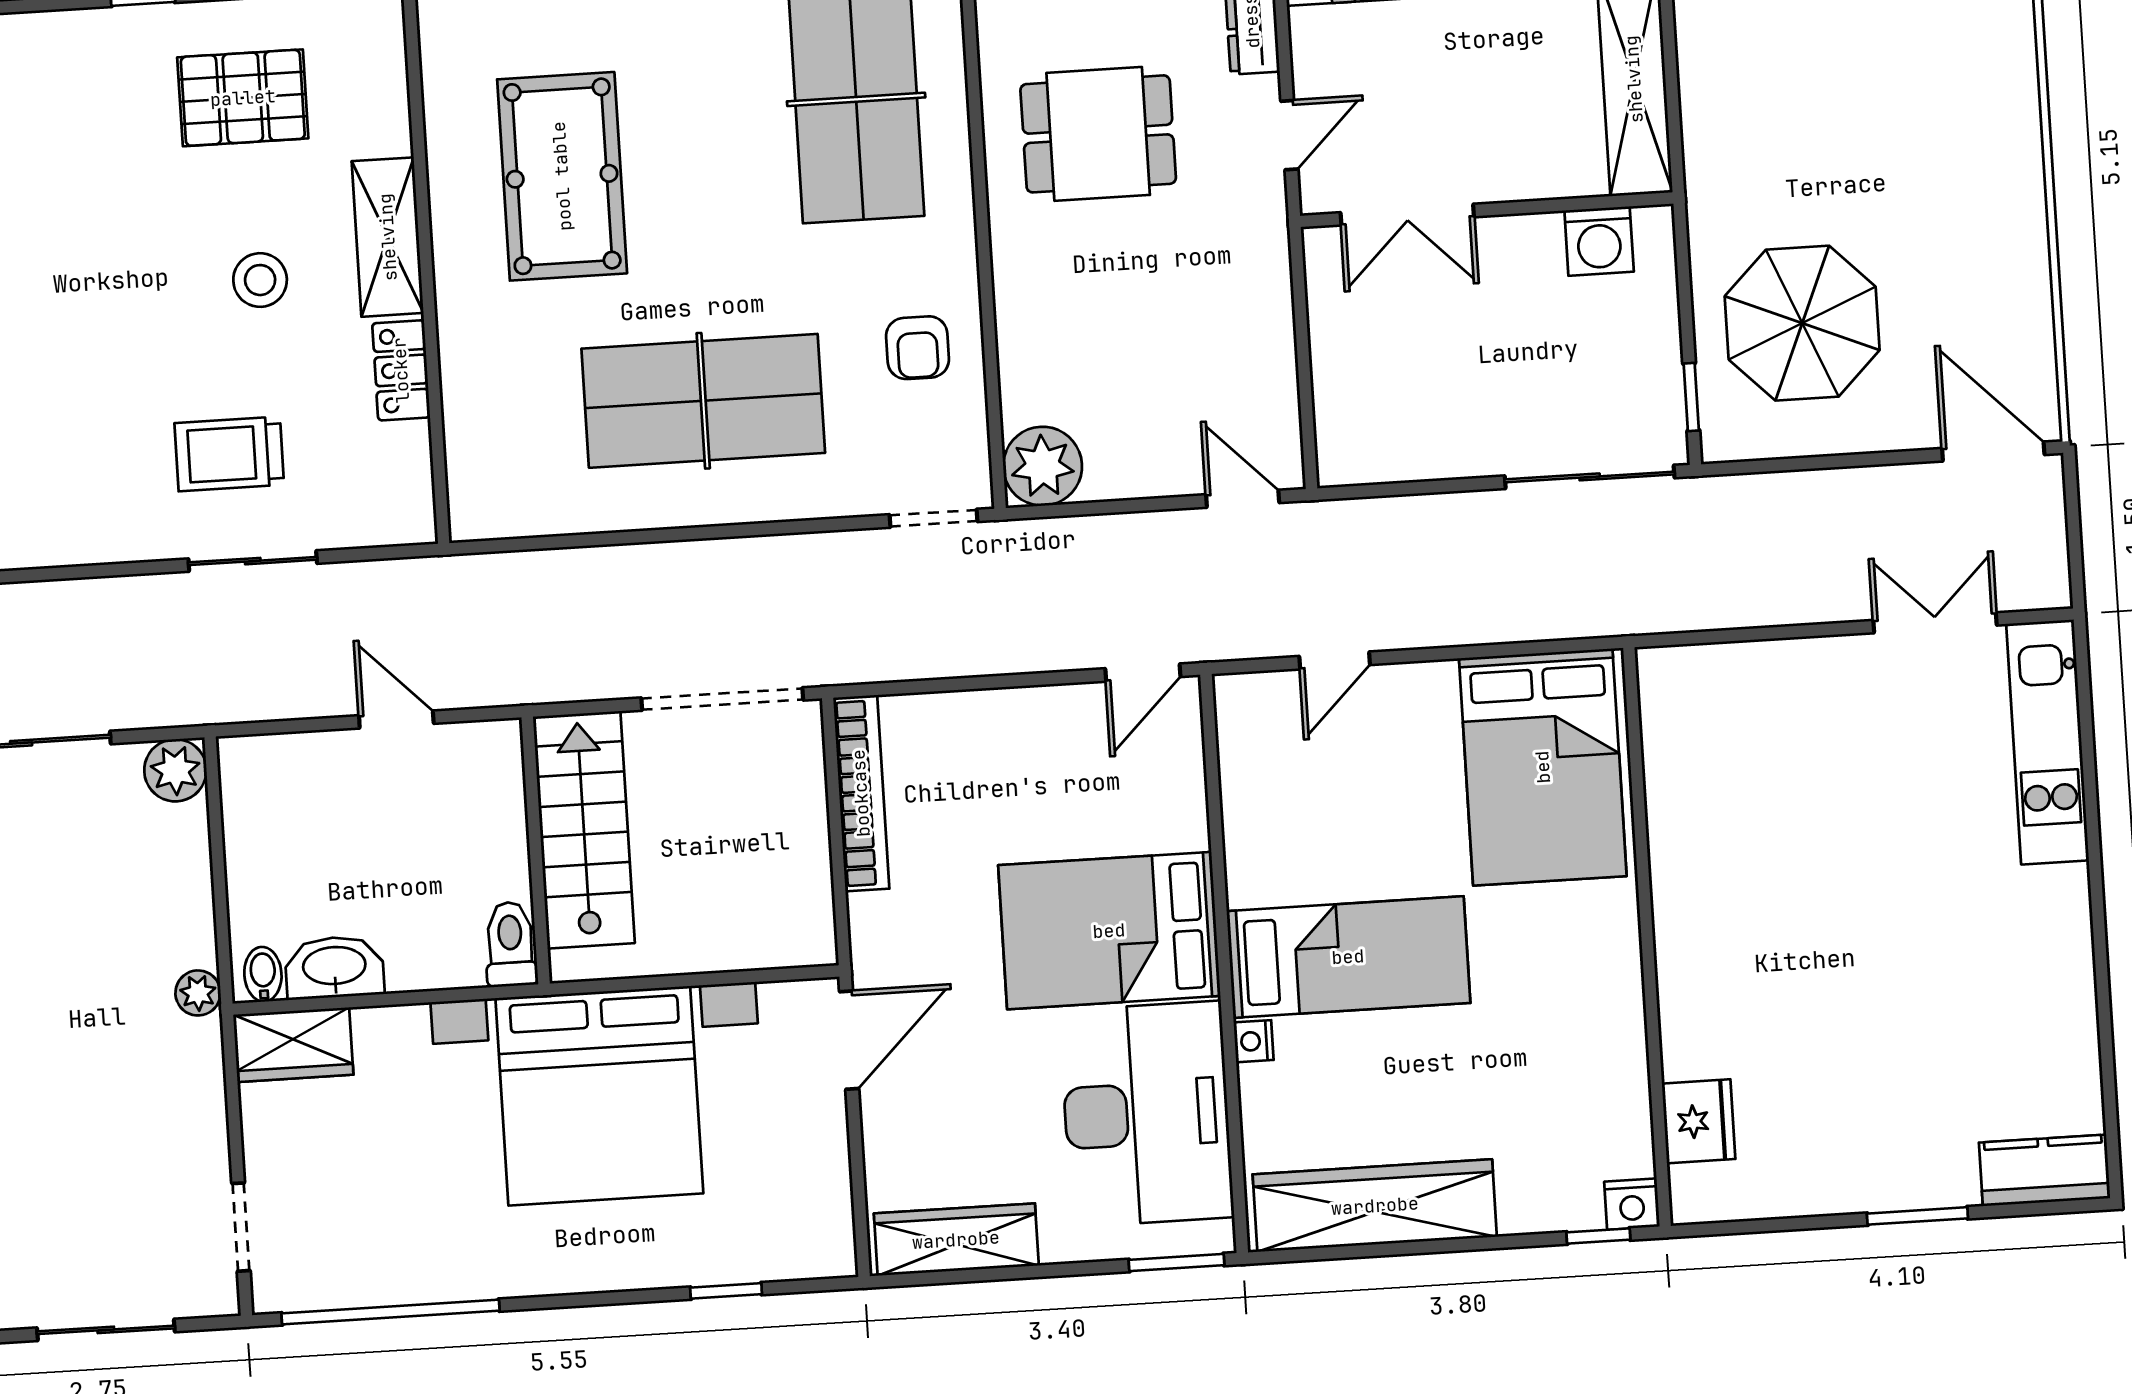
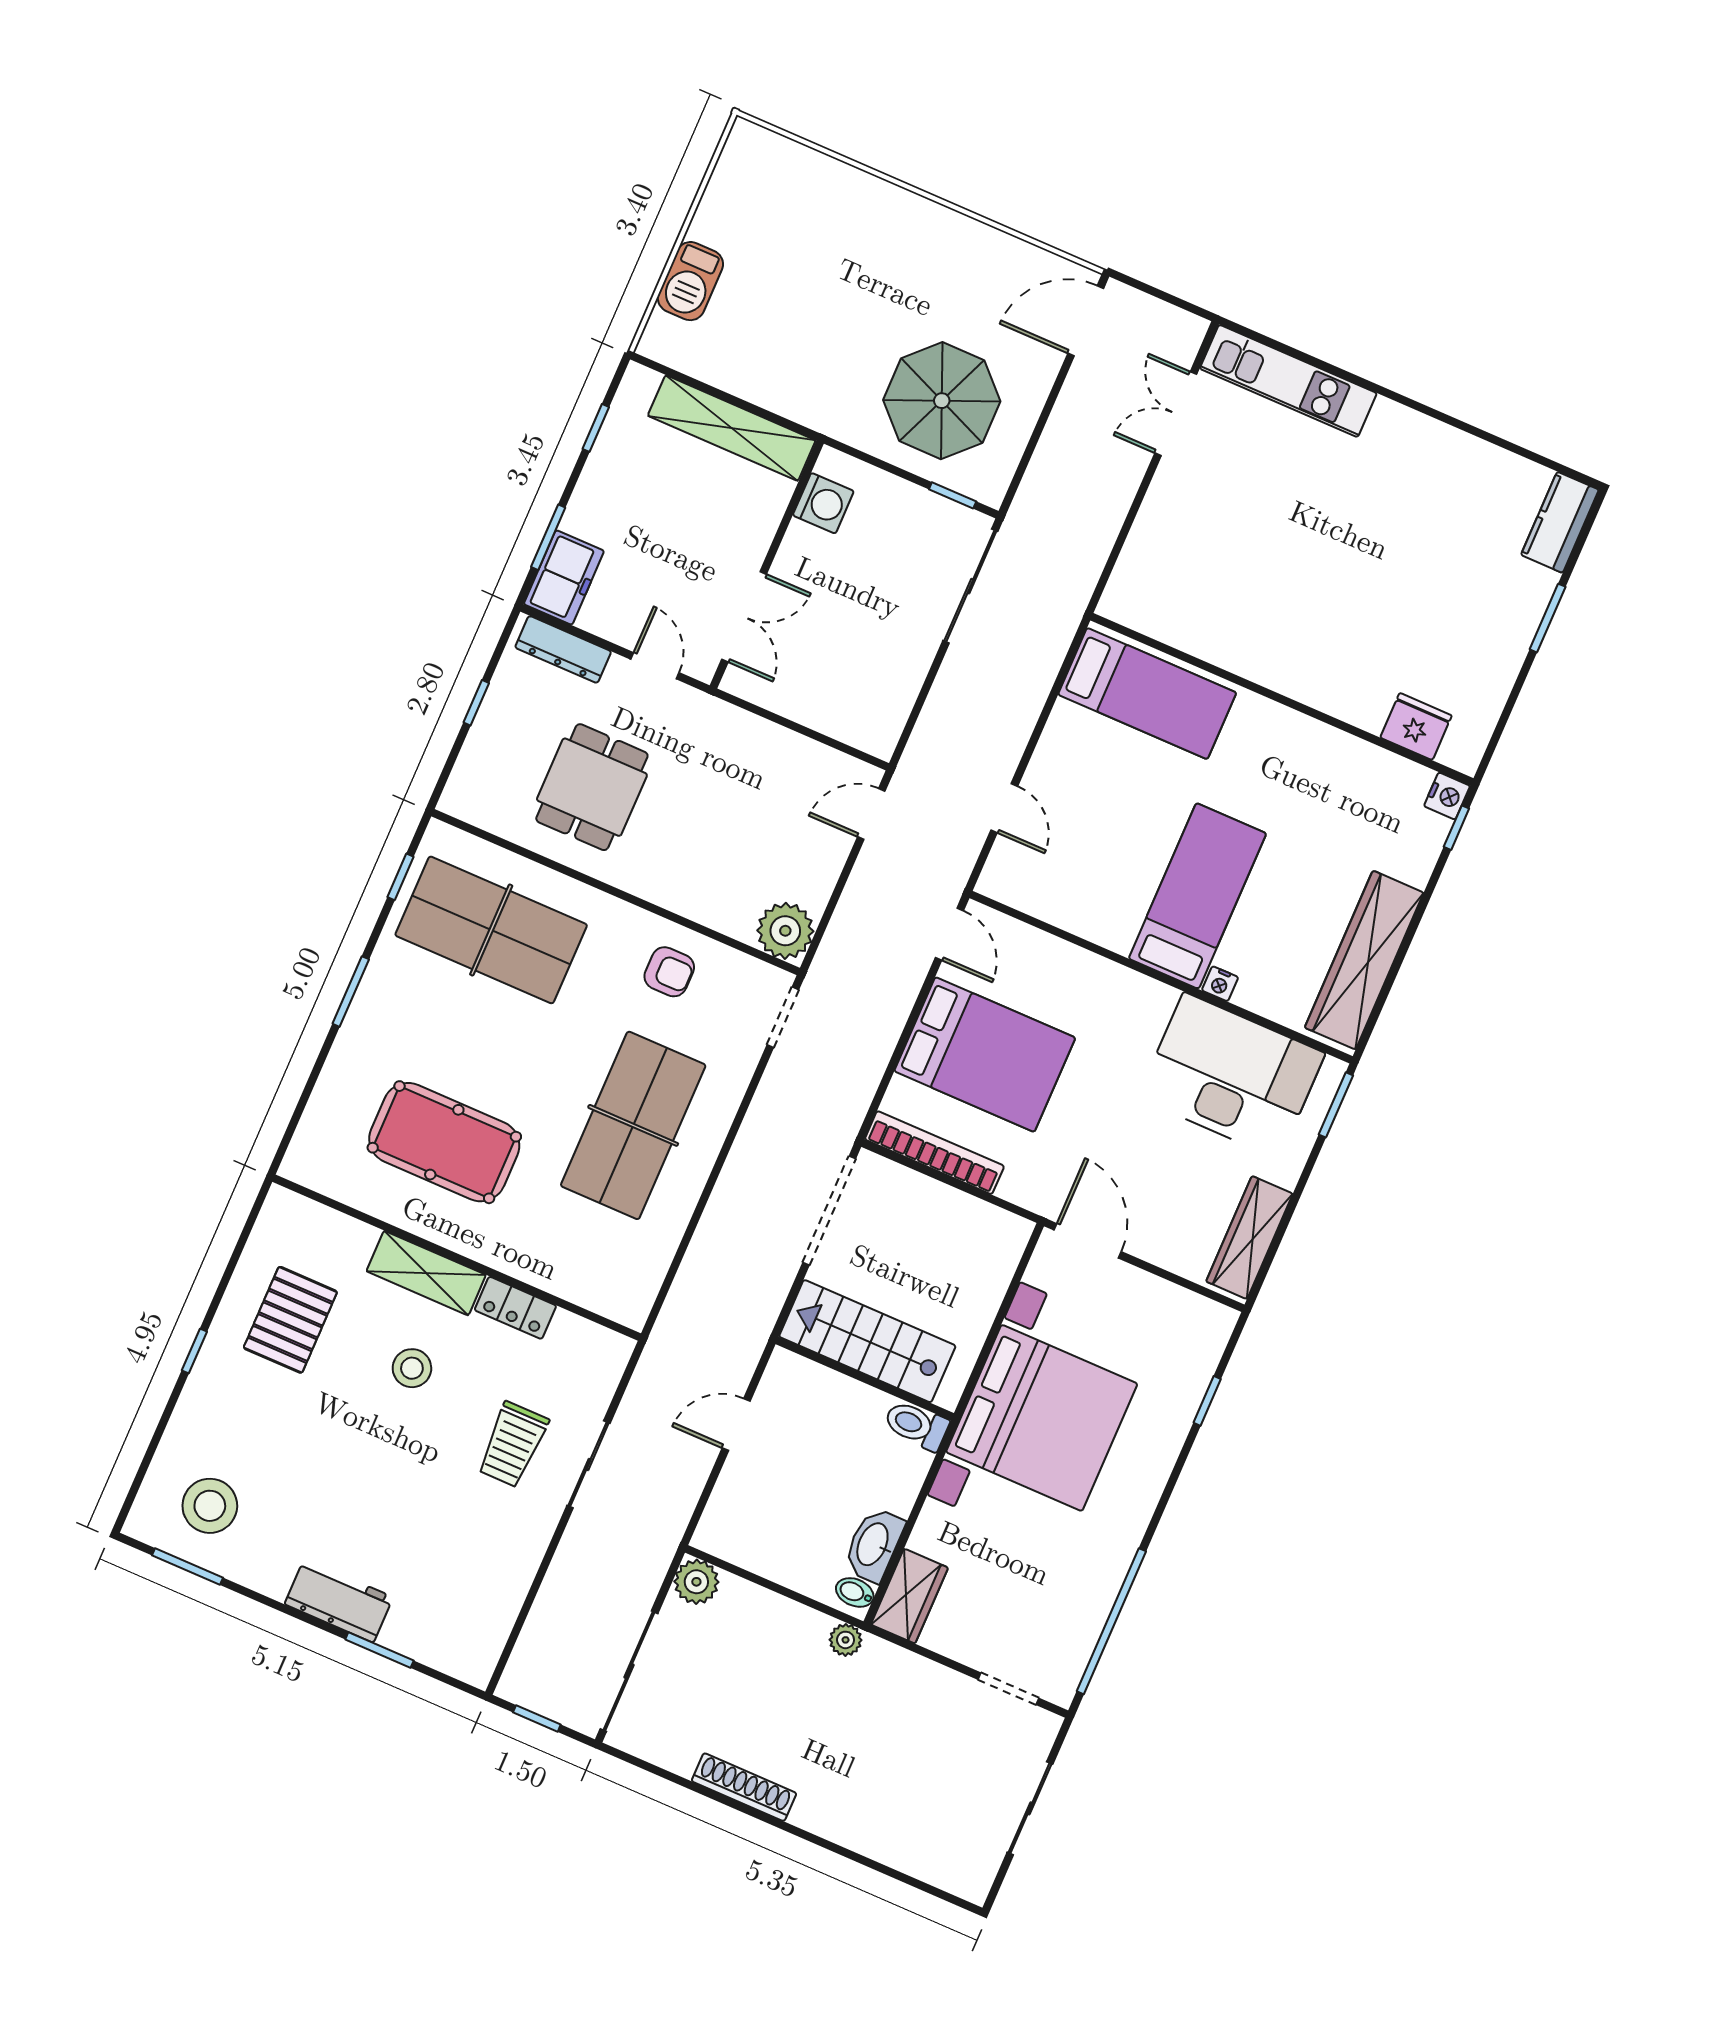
bed: (1543, 767) -> (1147, 694), width x0.67
bed: (1109, 931) -> (985, 1054), moved, turned -90

